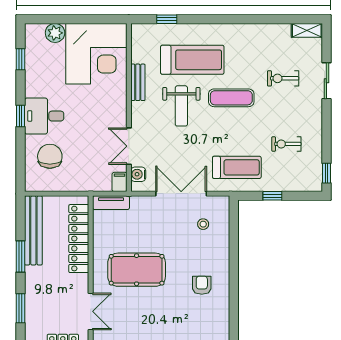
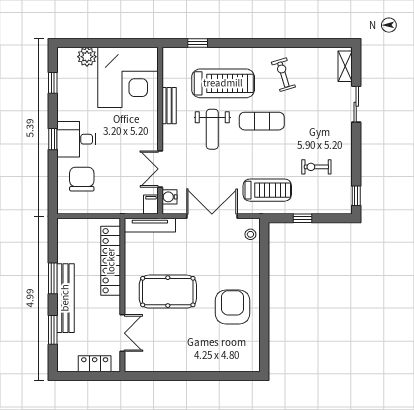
shelving: (307, 30) -> (345, 66), moved, turned 90
exercise bike: (283, 78) -> (283, 75), moved, turned 73
tv unit: (111, 203) -> (150, 225), width x1.41
stool: (203, 224) -> (250, 234), moved
bench: (33, 230) -> (65, 298), moved
armchair: (202, 285) -> (233, 307), width x1.88, depth x1.88

